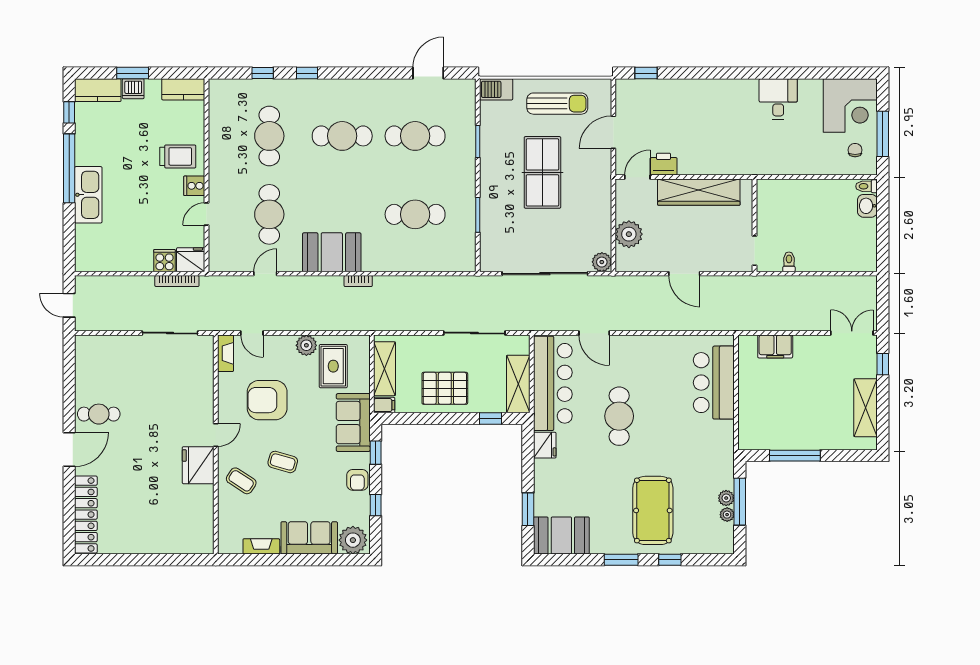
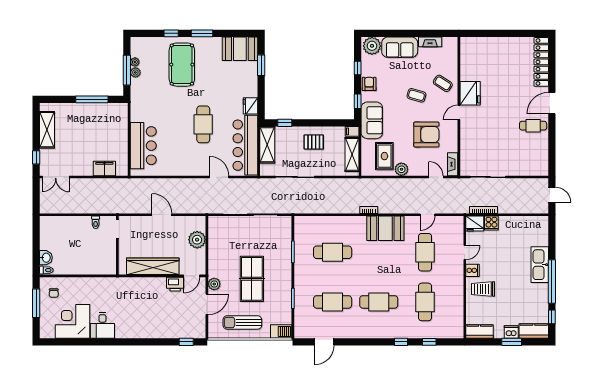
corner desk: (850, 105) -> (73, 321), moved
plant: (602, 262) -> (214, 284), moved
pallet: (445, 388) -> (314, 142), width x0.67, depth x0.71

